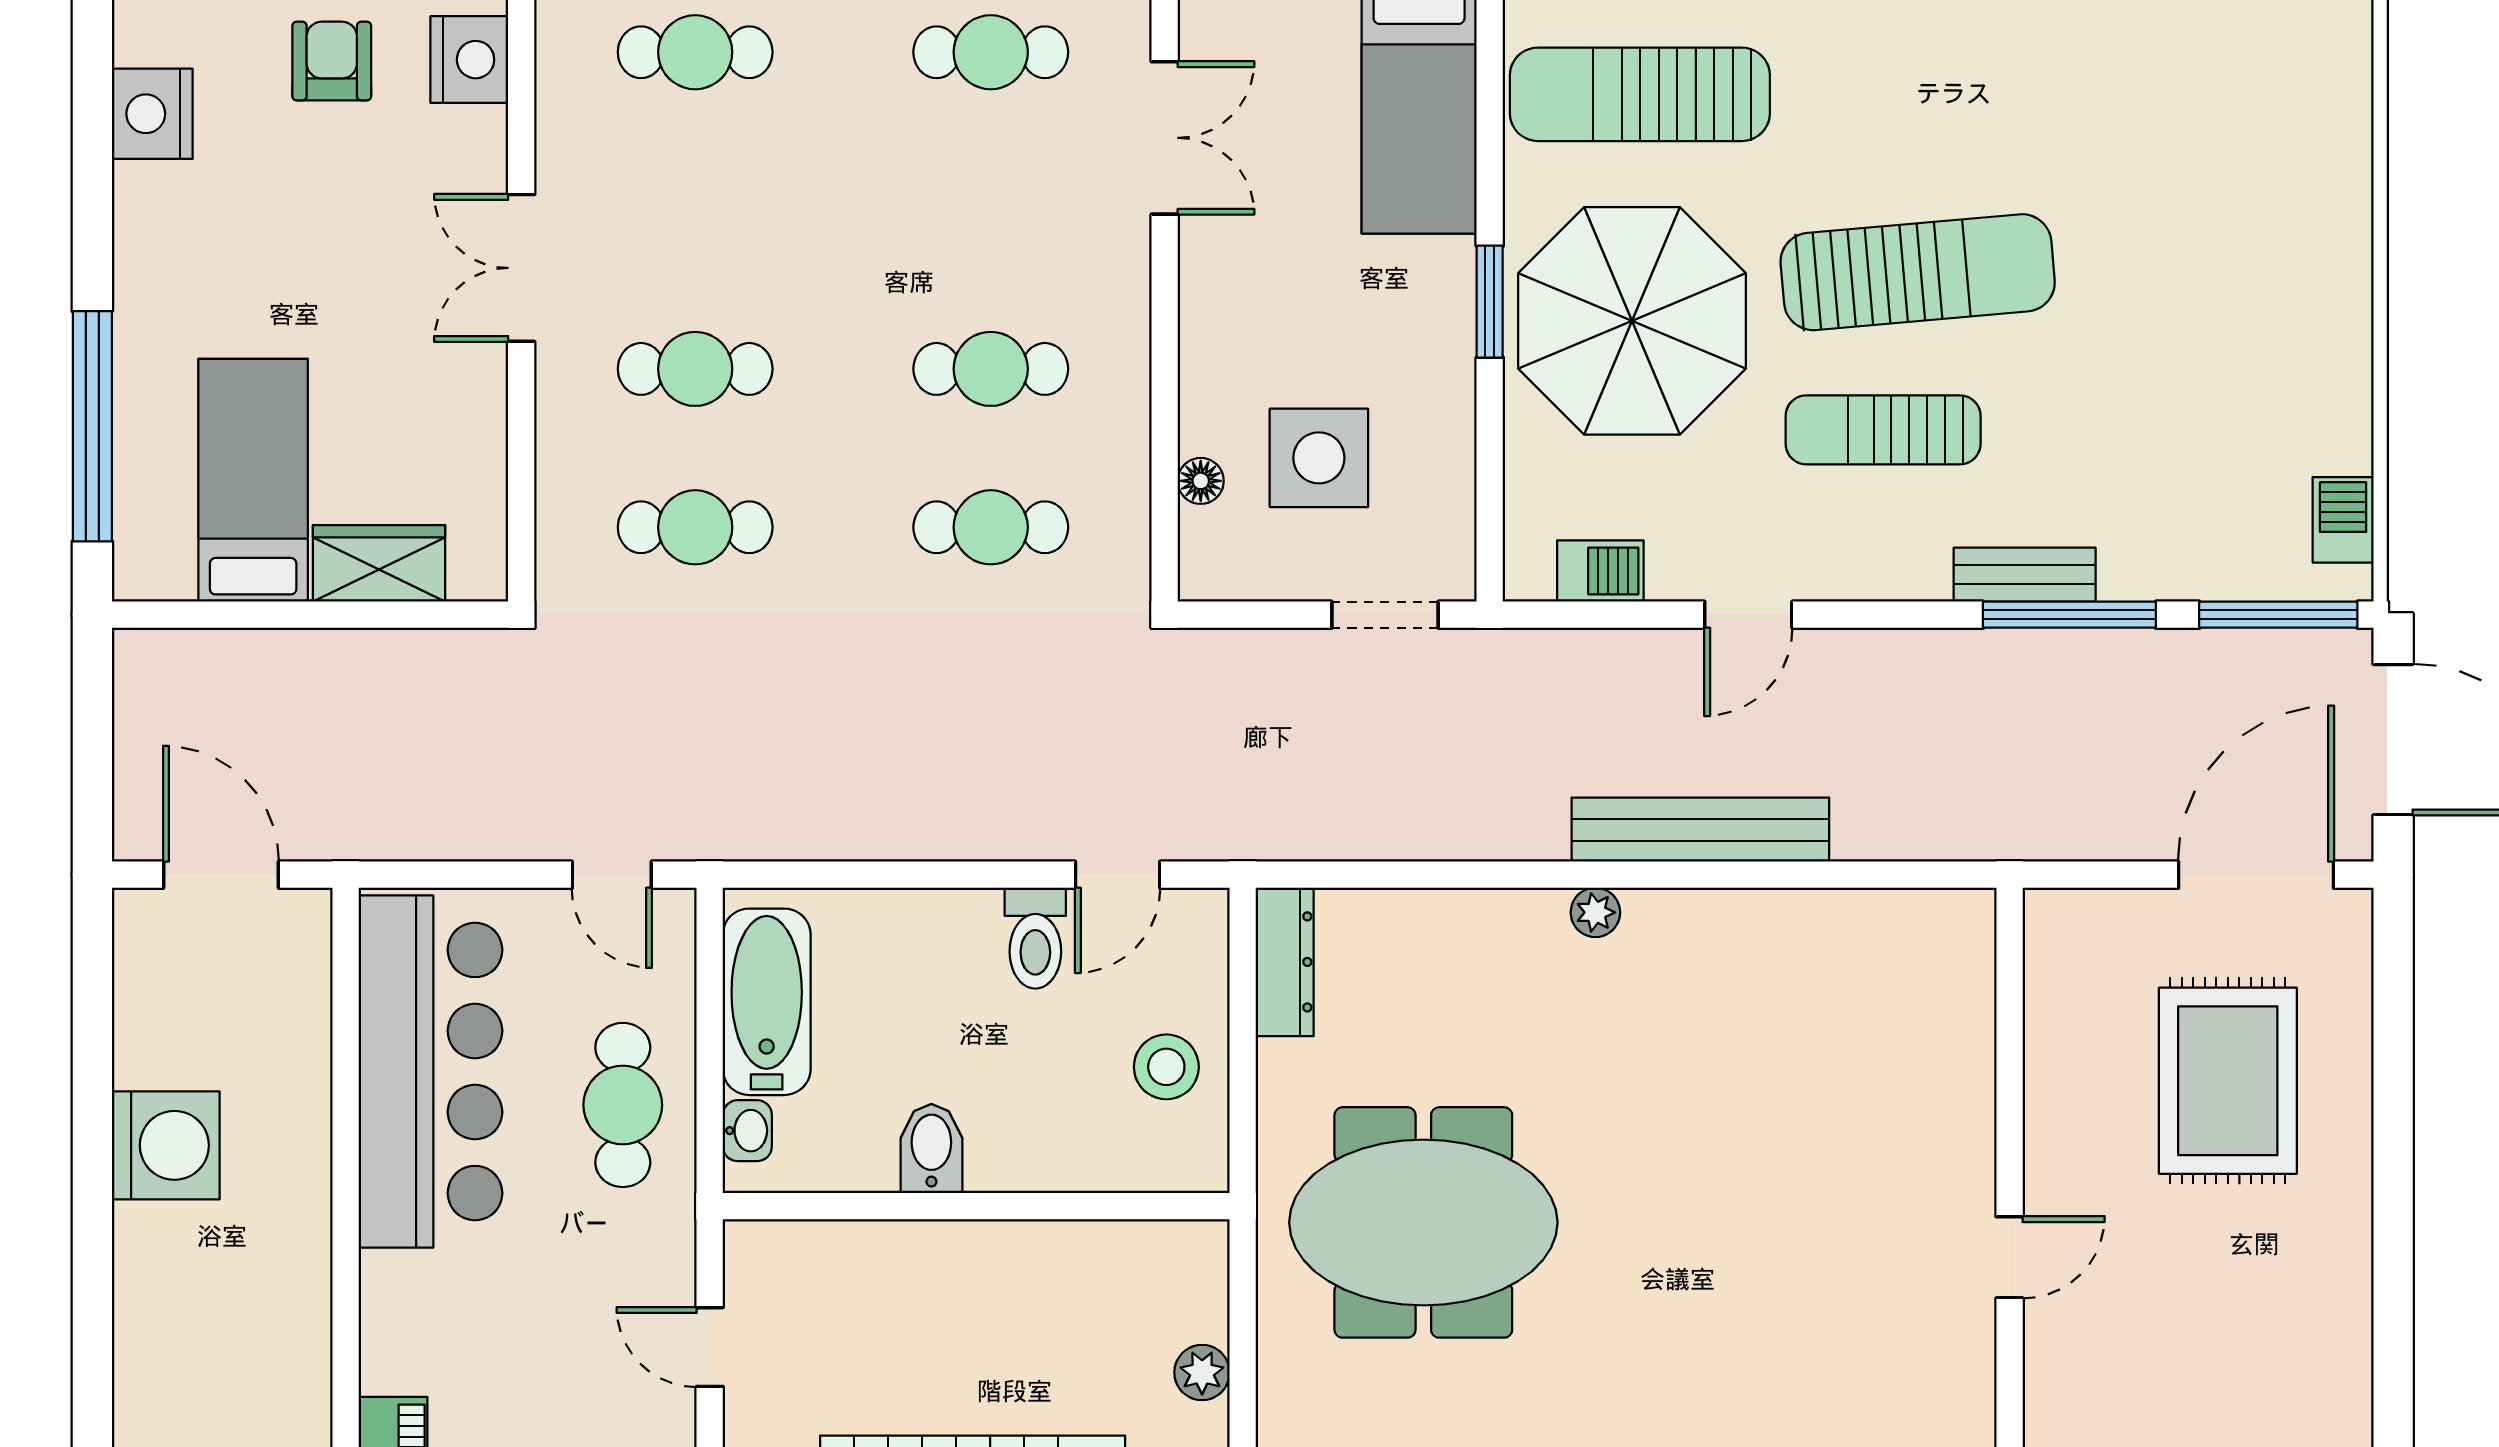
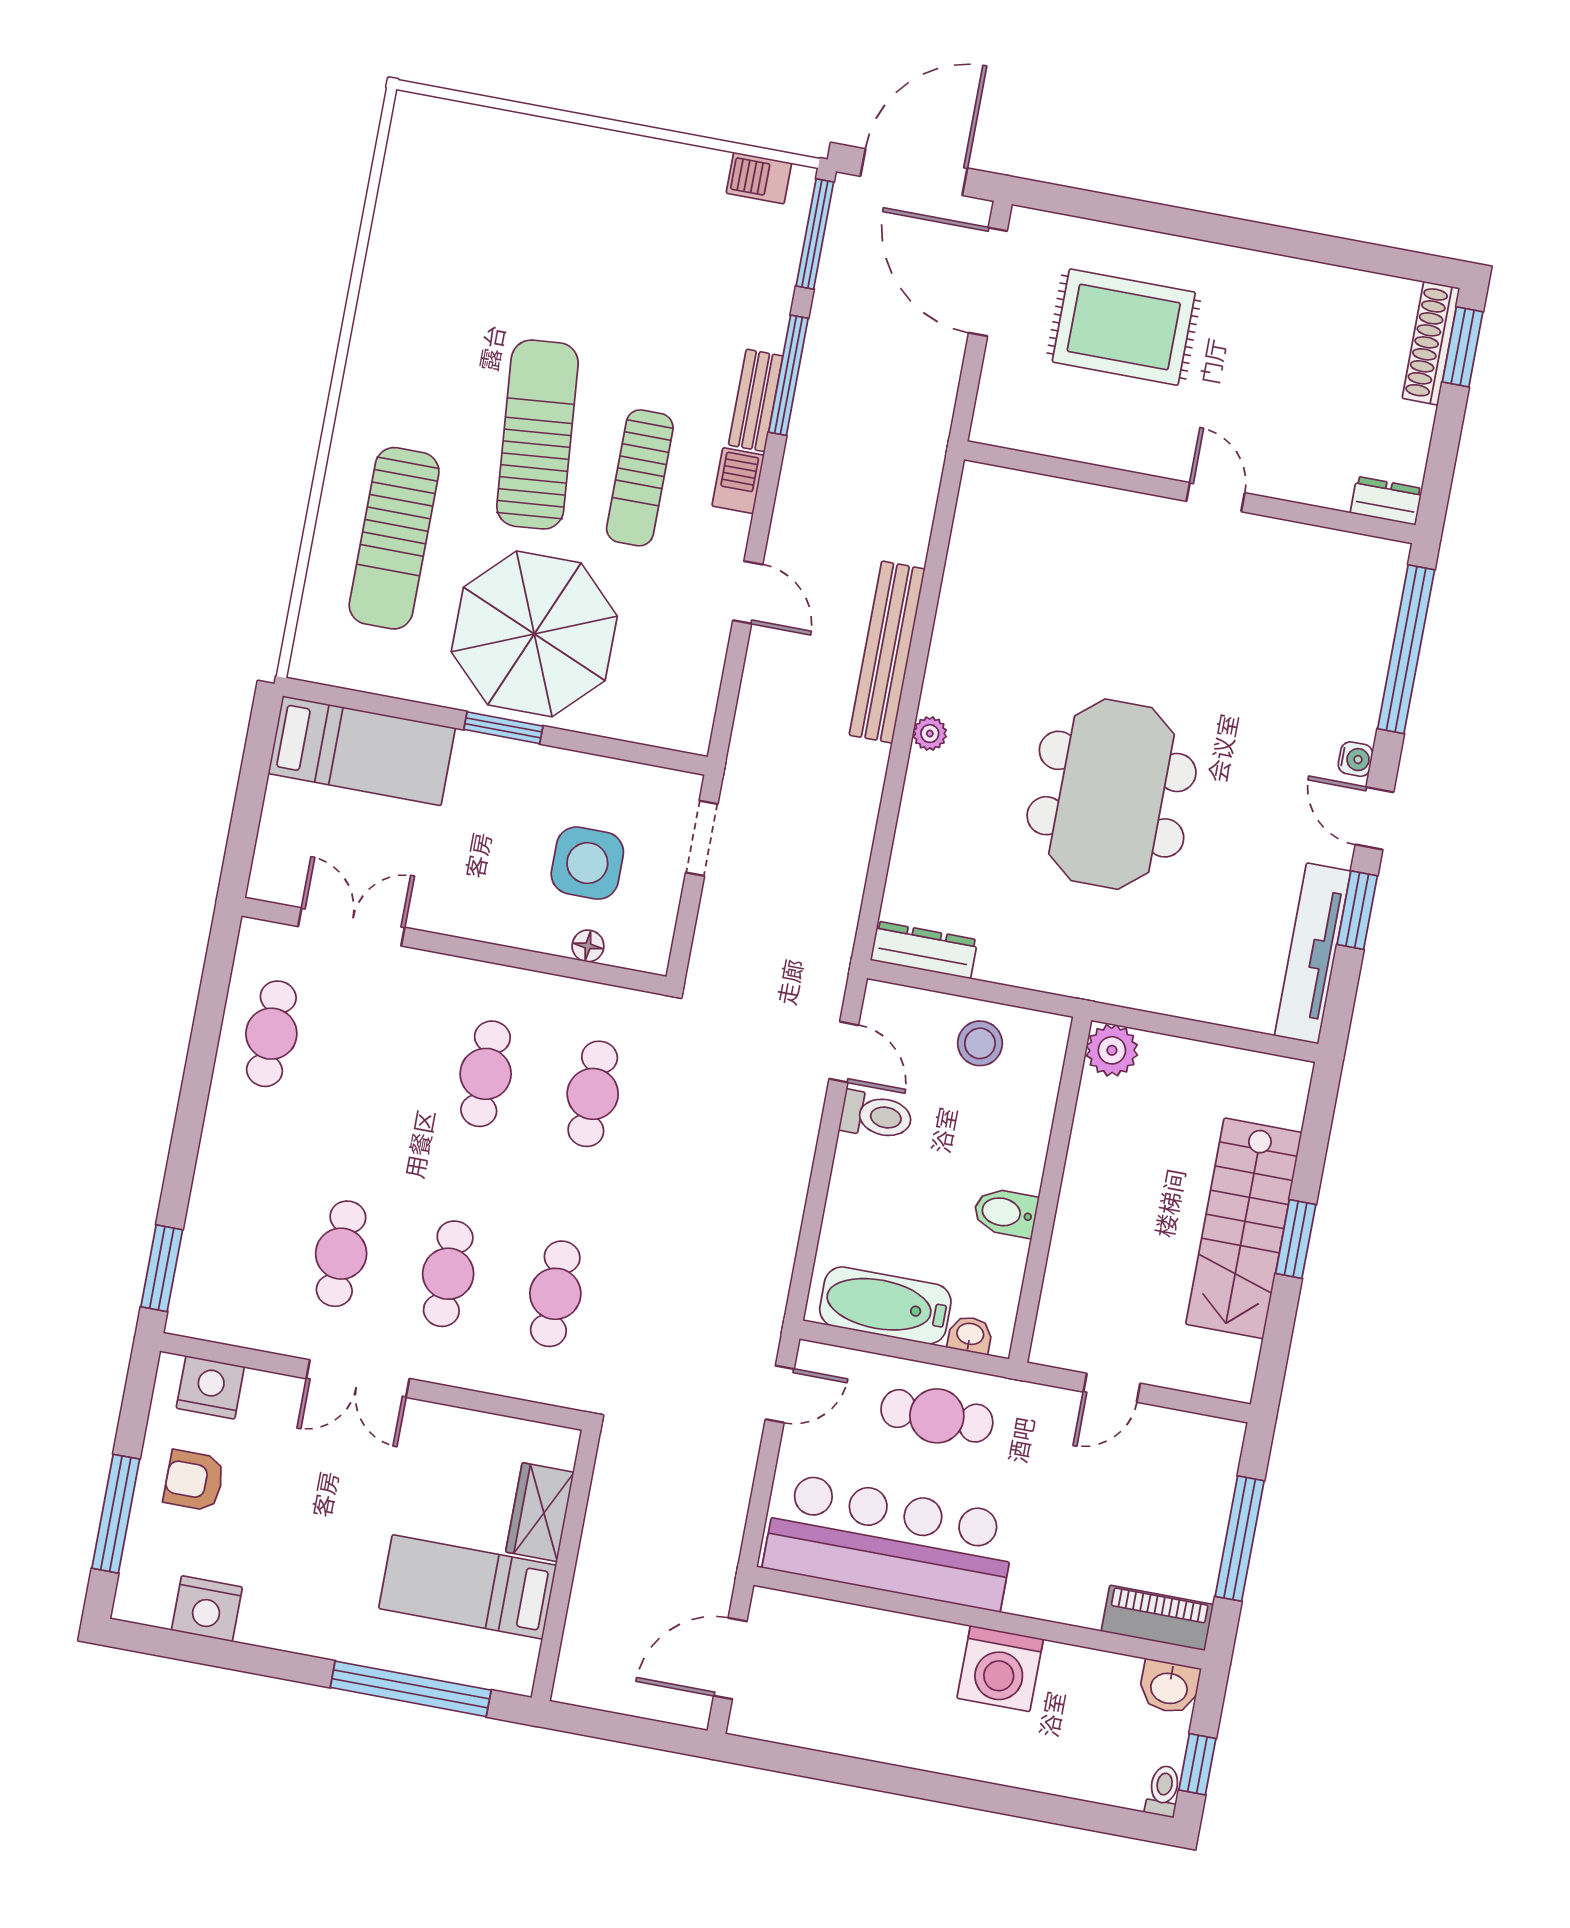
cafe table: (695, 52) -> (341, 1254), moved
sun lounger: (1640, 94) -> (394, 538), moved
barbecue: (1600, 571) -> (738, 481), moved
washing machine: (166, 1145) -> (1000, 1669), moved, turned 180
meeting table: (1423, 1222) -> (1112, 794), moved
plant: (1202, 1373) -> (1112, 1050), moved, width x1.38, depth x1.38

